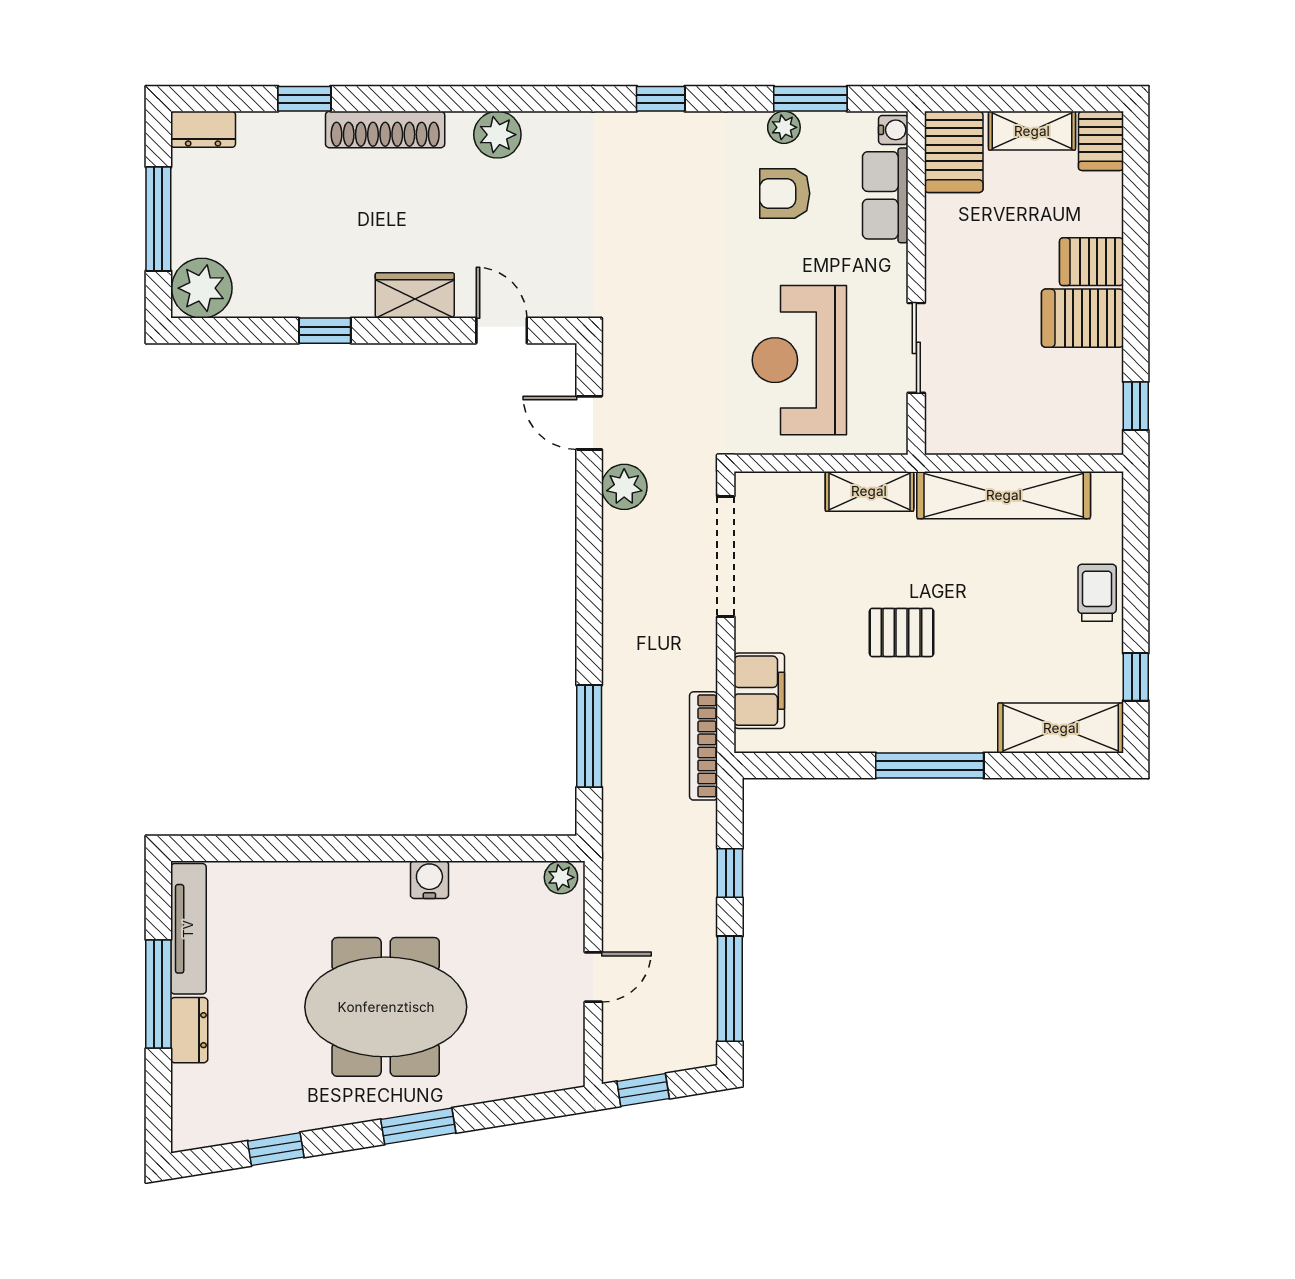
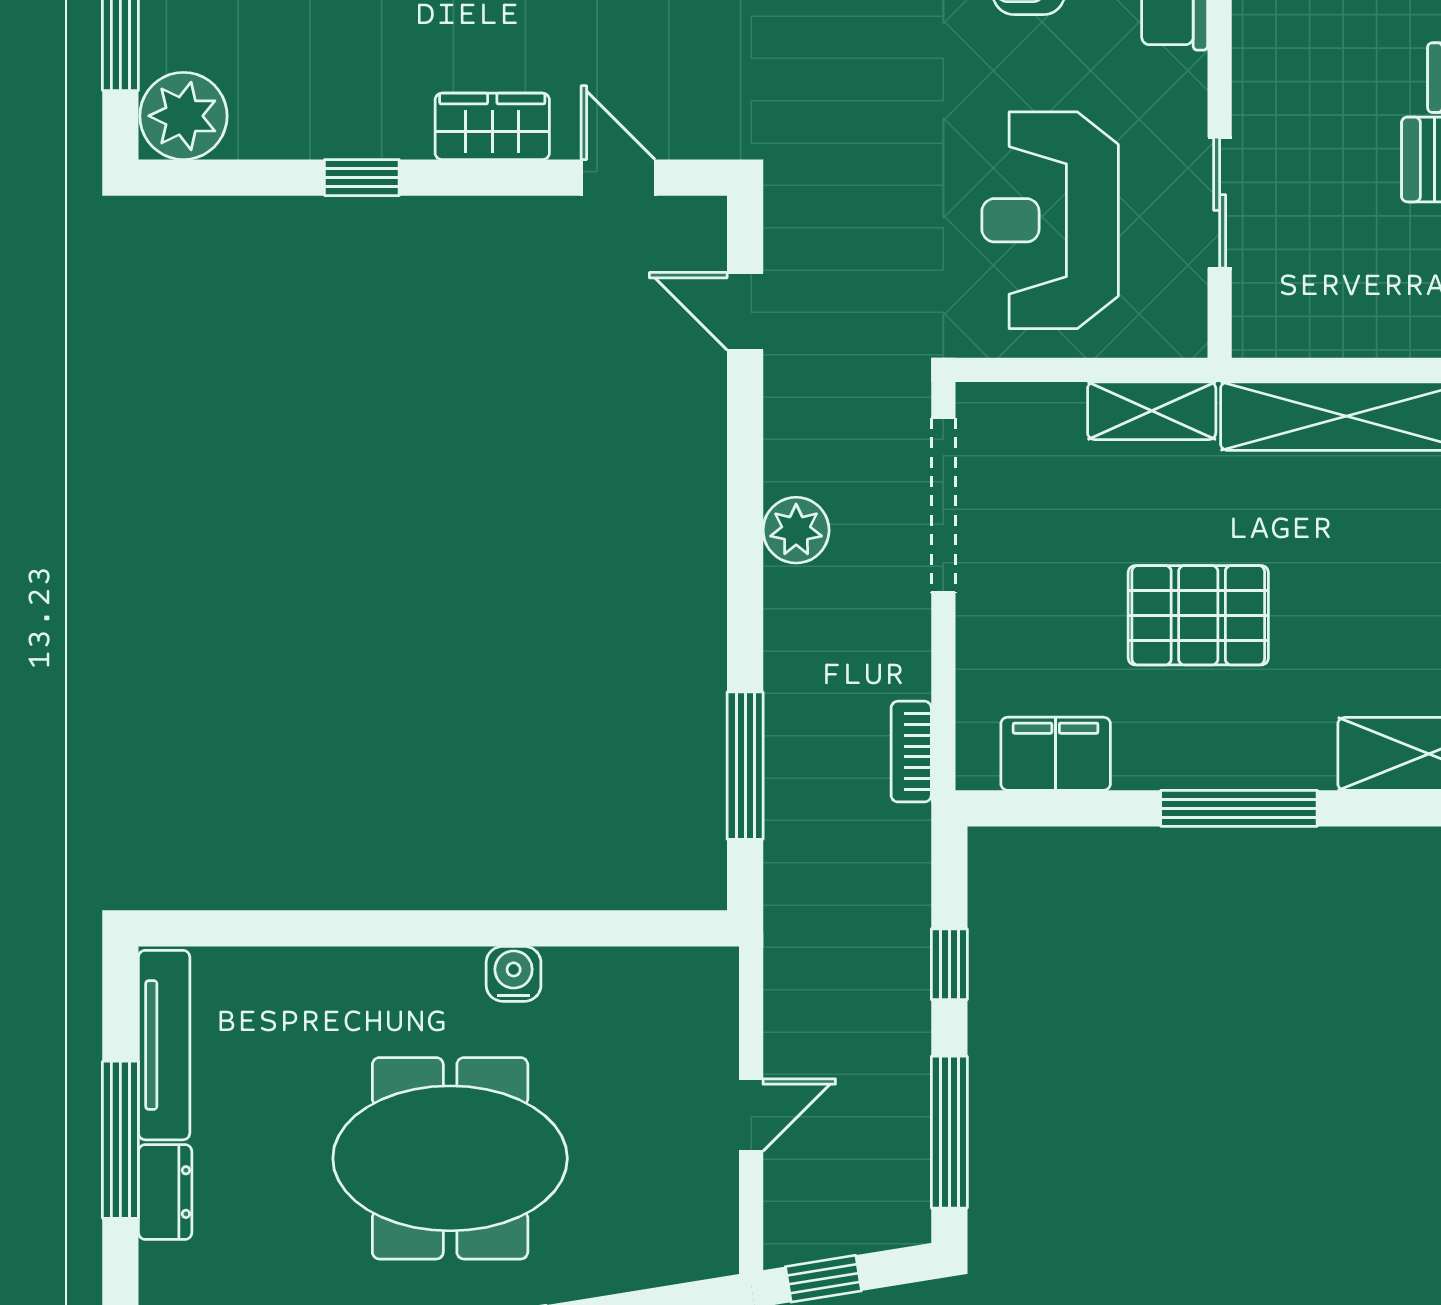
plant: (624, 487) -> (796, 530), moved
pallet: (902, 632) -> (1198, 615), width x1.50, depth x1.42
filing cabinet: (759, 691) -> (1056, 754), moved, turned -90
bookcase: (704, 746) -> (911, 752), width x0.64
plant: (561, 877) -> (704, 970), removed

